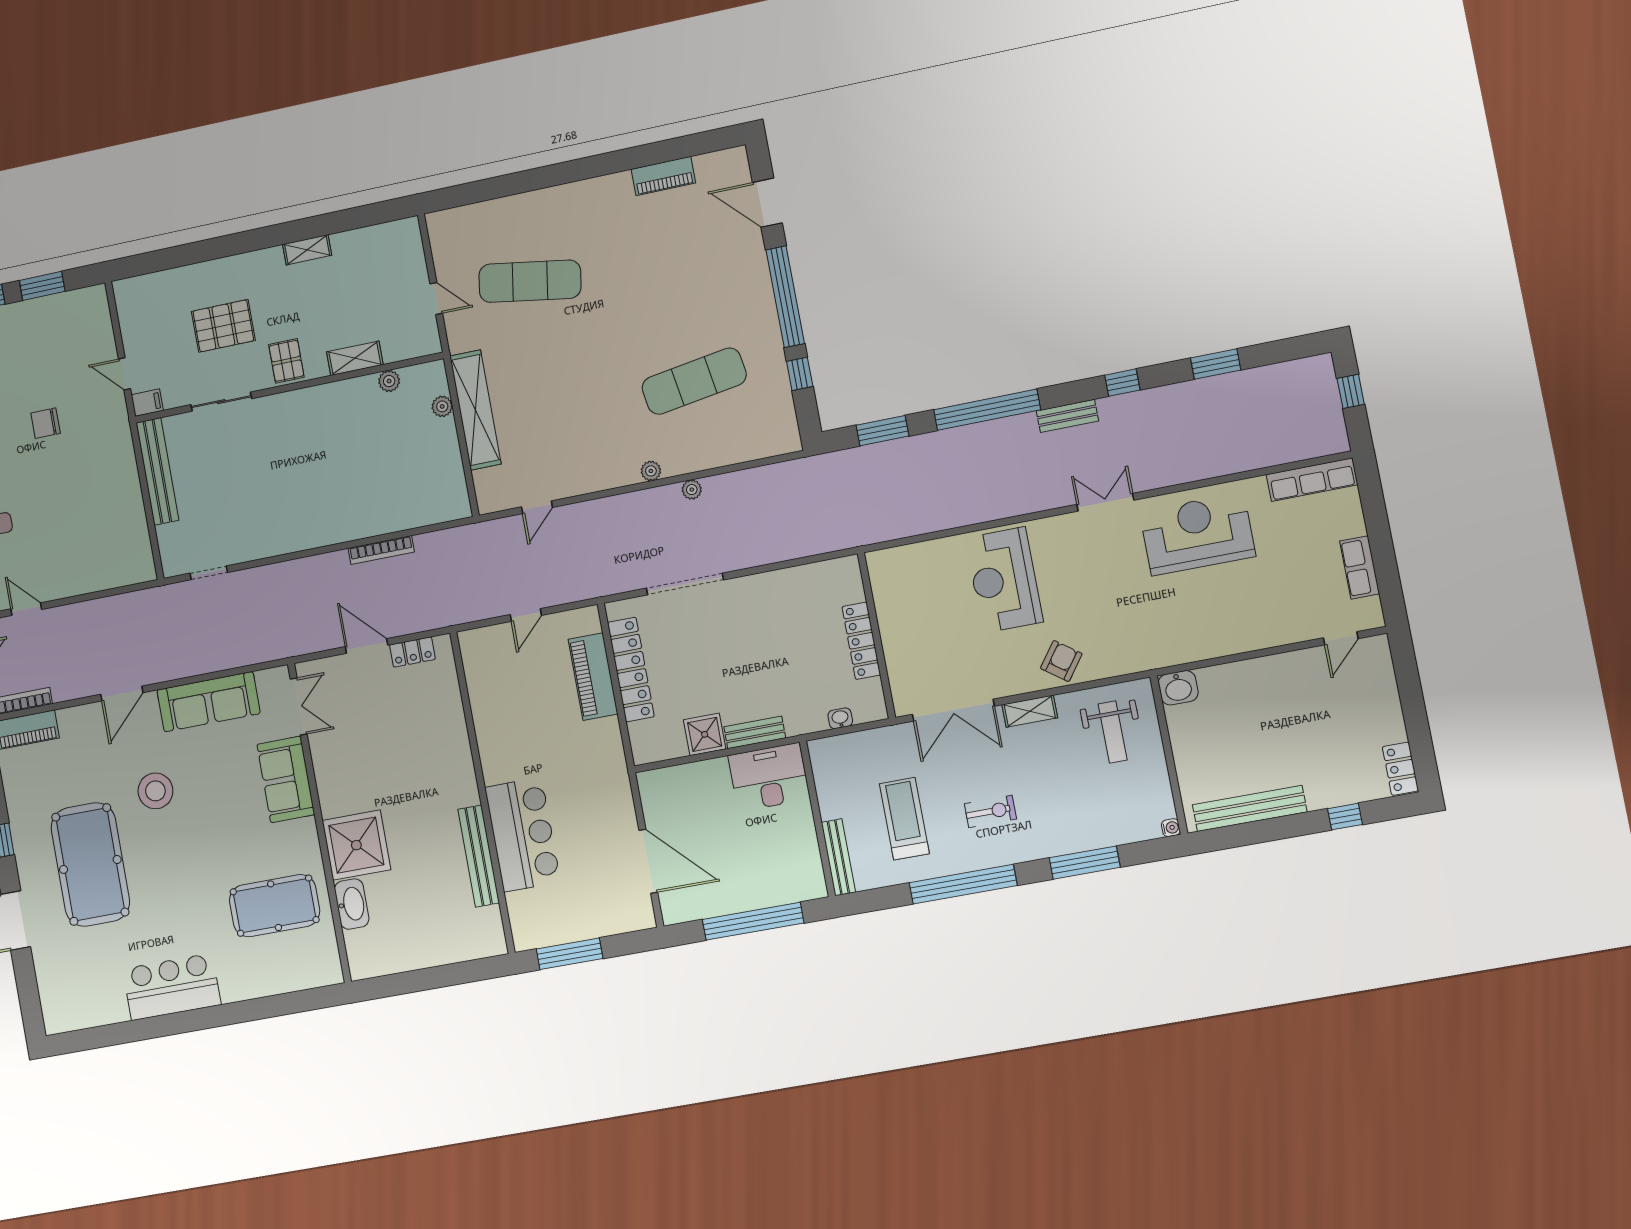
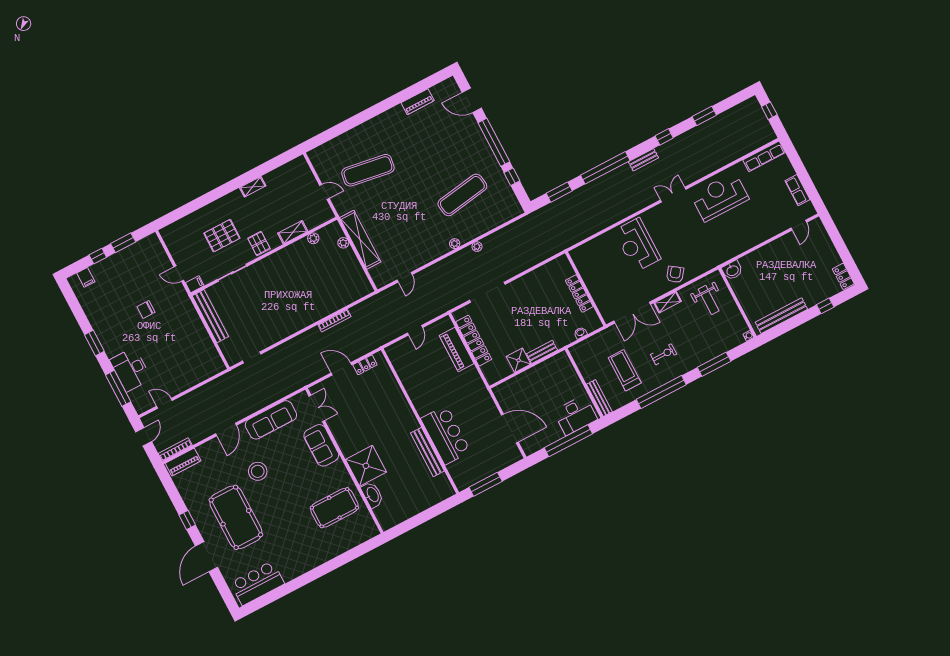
desk: (769, 777) -> (575, 415), moved, turned 180
bar counter: (172, 987) -> (257, 583), moved

